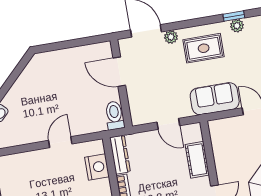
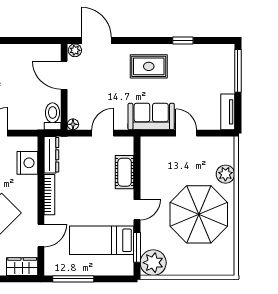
plant: (237, 26) -> (184, 50), removed
plant: (171, 37) -> (75, 50), moved
floor lamp: (137, 120) -> (73, 124), added
door: (168, 124) -> (103, 133), swing flipped

